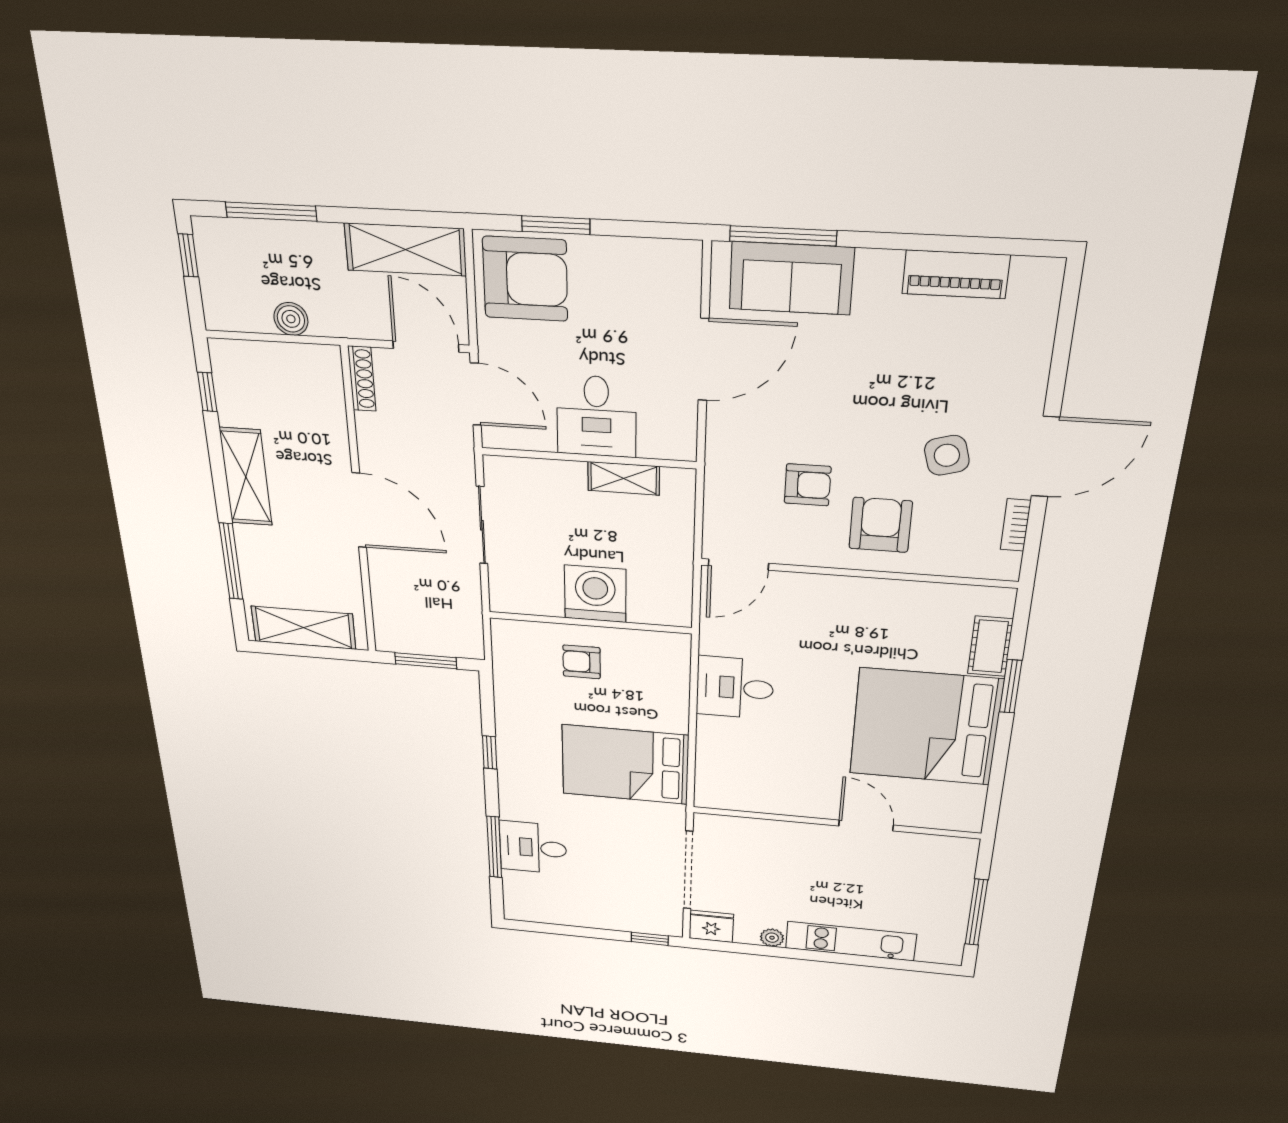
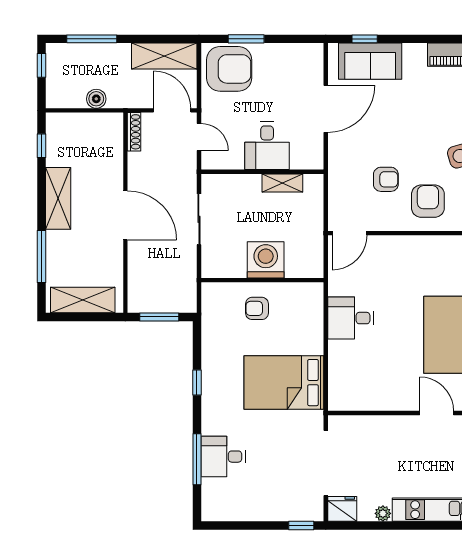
window: (783, 236) -> (365, 39), width x0.46
door: (476, 394) -> (199, 137), width x0.73

